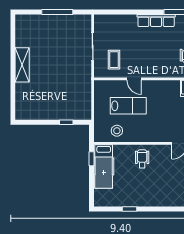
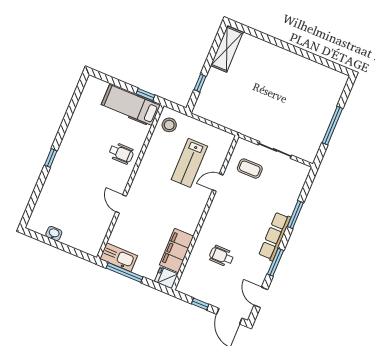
window: (134, 12) -> (295, 215), added
shelving: (22, 65) -> (227, 49), moved, turned 90
stool: (117, 131) -> (169, 125), moved
window: (129, 209) -> (51, 158), moved

